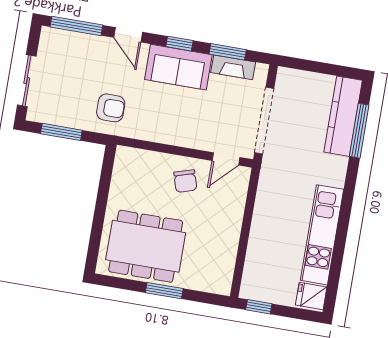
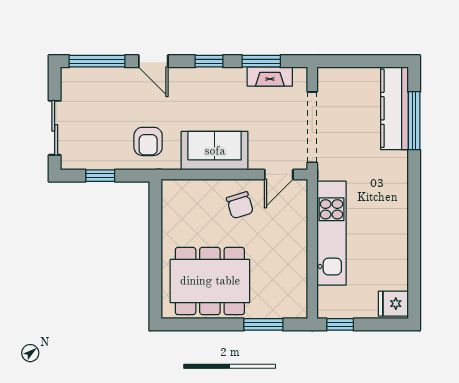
sofa: (178, 67) -> (215, 151), moved, turned 180
armchair: (111, 108) -> (148, 141), turned 90
window: (61, 132) -> (100, 176), width x0.67
kitchen unit: (322, 235) -> (331, 233), moved, turned 180
window: (164, 291) -> (263, 324), moved

